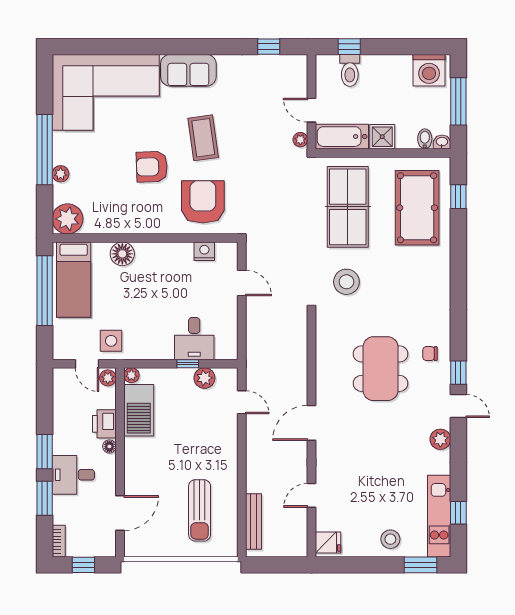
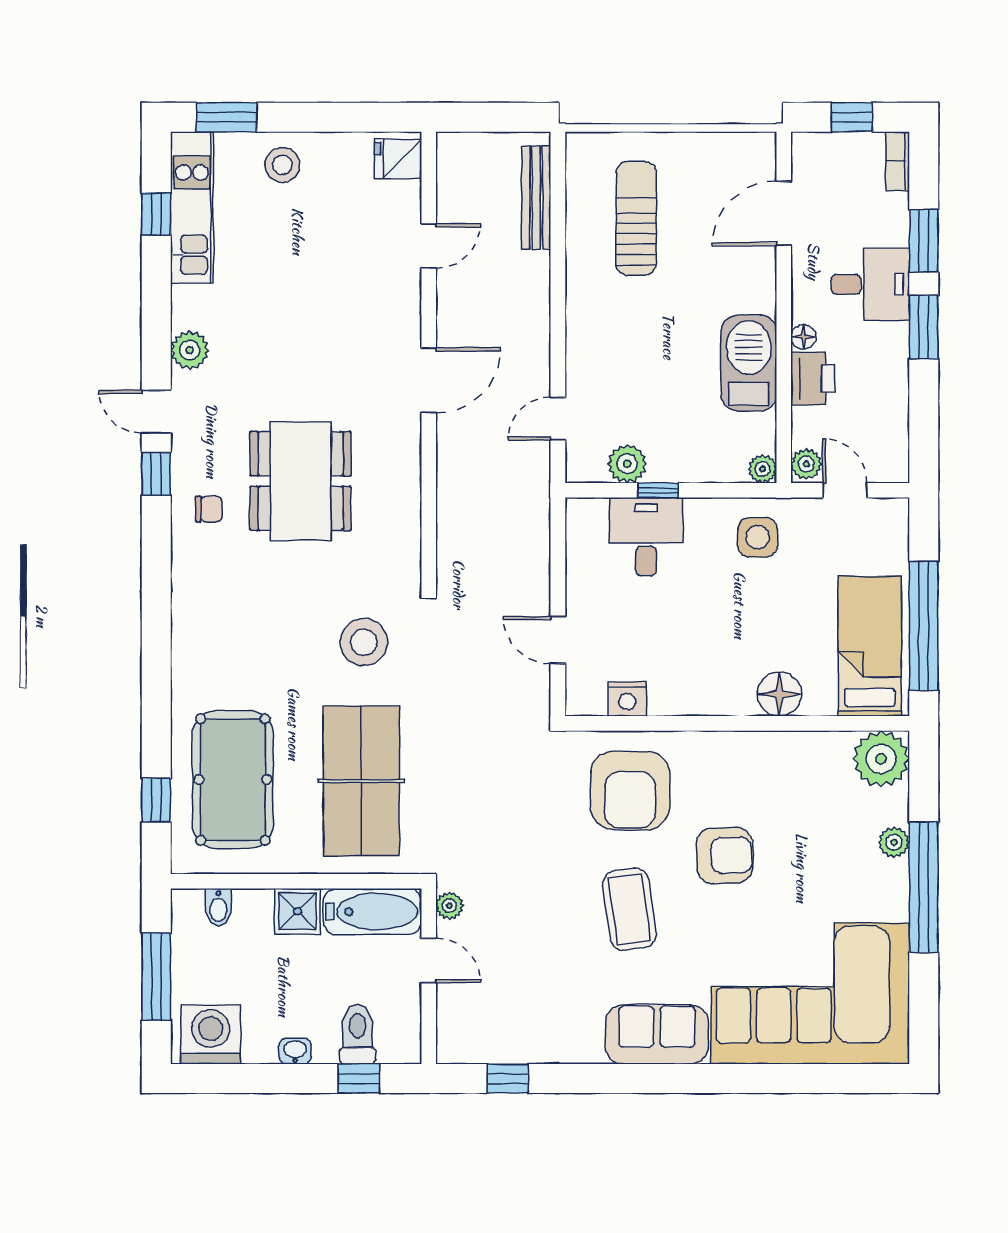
washbasin: (442, 142) -> (295, 1051), moved, turned 180
side table: (111, 341) -> (758, 537), moved
door: (242, 402) -> (558, 419), hinge flipped
barbecue: (139, 410) -> (749, 363), moved

